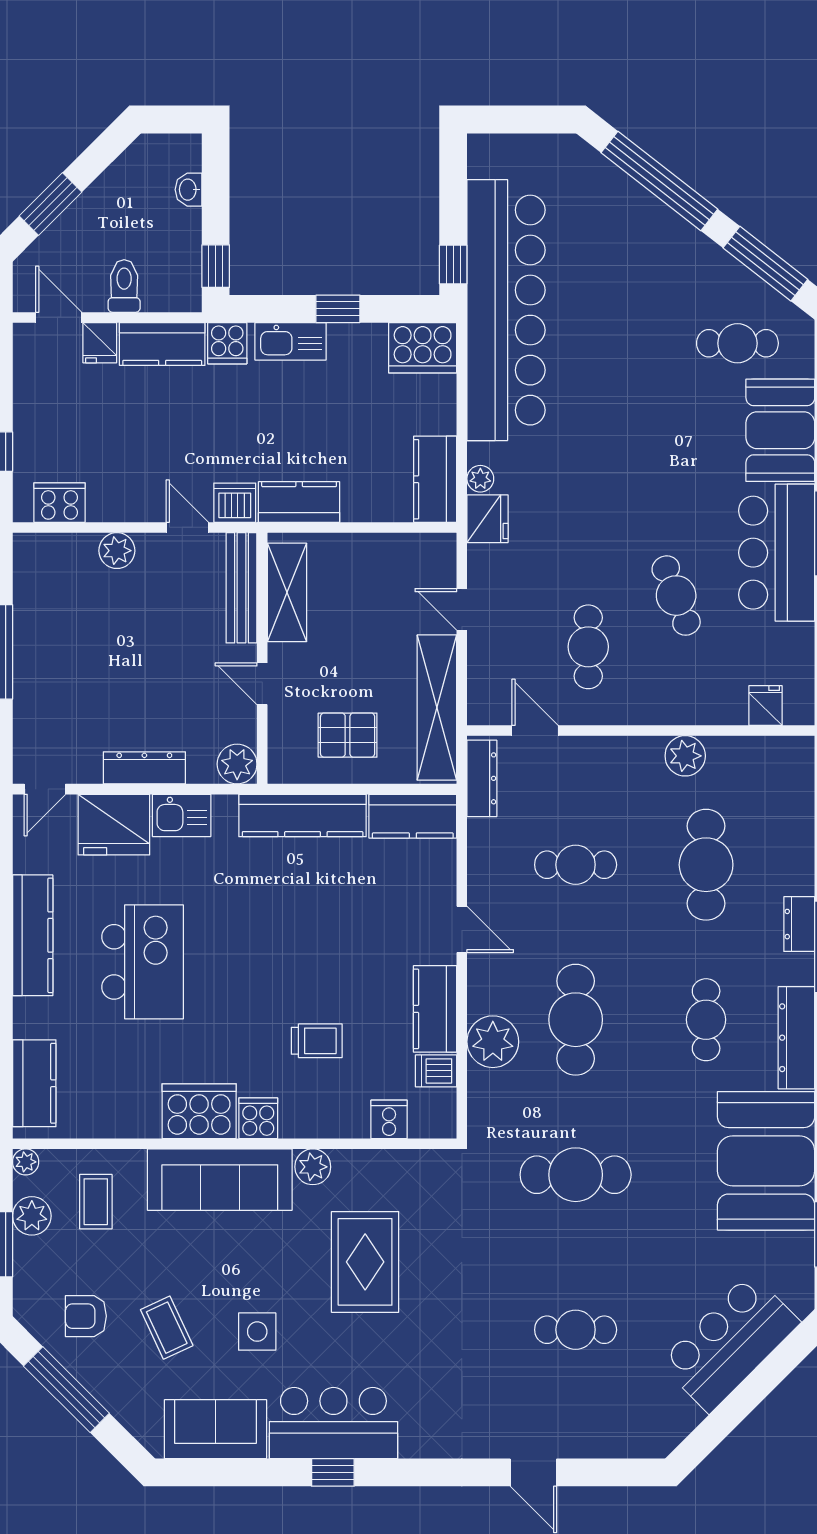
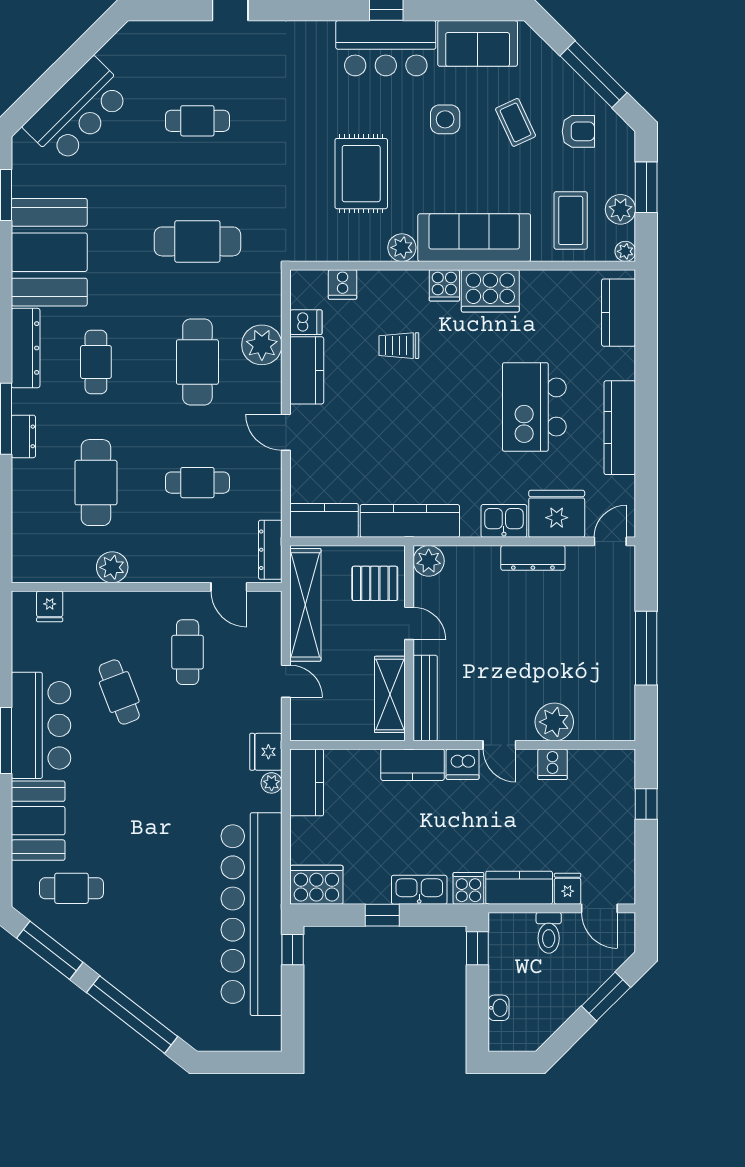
cooker: (59, 503) -> (552, 764), moved, width x0.73
plant: (117, 551) -> (554, 722), width x1.36, depth x1.36
bench: (242, 588) -> (425, 698), moved
shelving: (287, 592) -> (390, 694), moved
wall: (262, 658) -> (409, 643), moved
door: (262, 684) -> (409, 623), moved
plant: (237, 764) -> (429, 561), moved
coffee table: (96, 1202) -> (571, 220), width x1.36, depth x1.30

